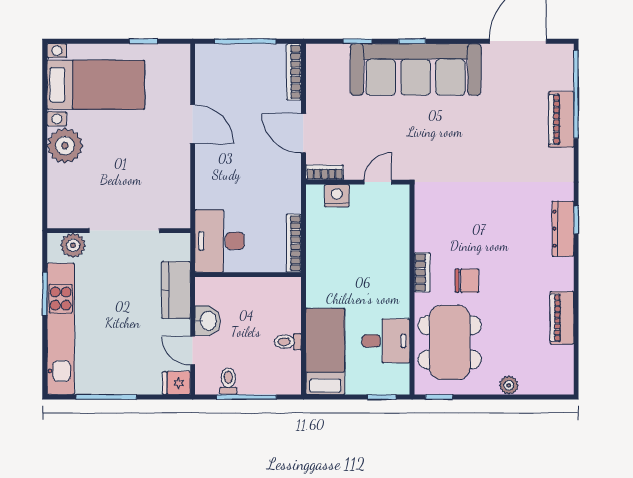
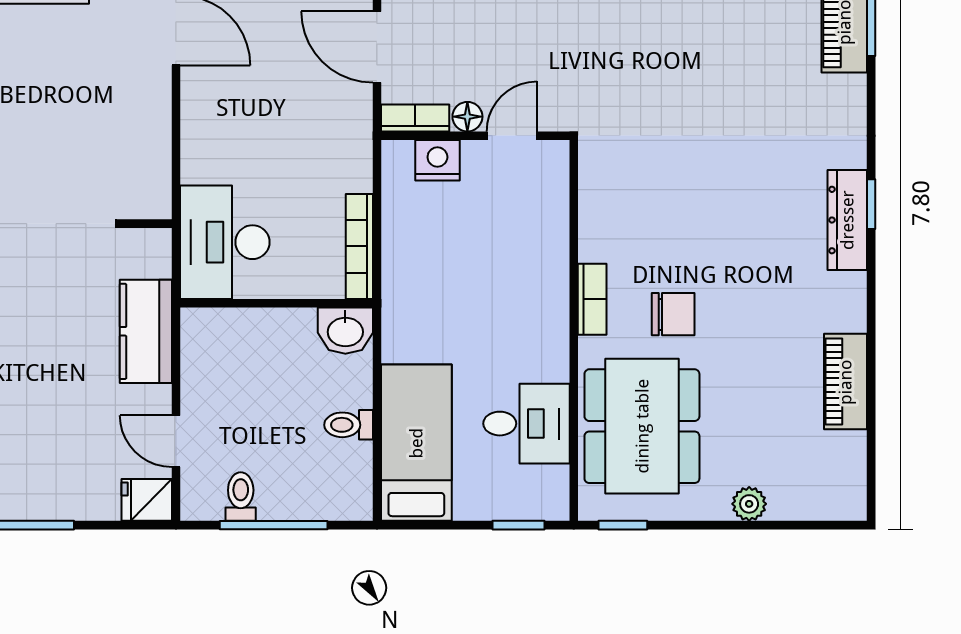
floor lamp: (353, 172) -> (467, 117), added
washbasin: (208, 321) -> (345, 331), moved, turned 90

